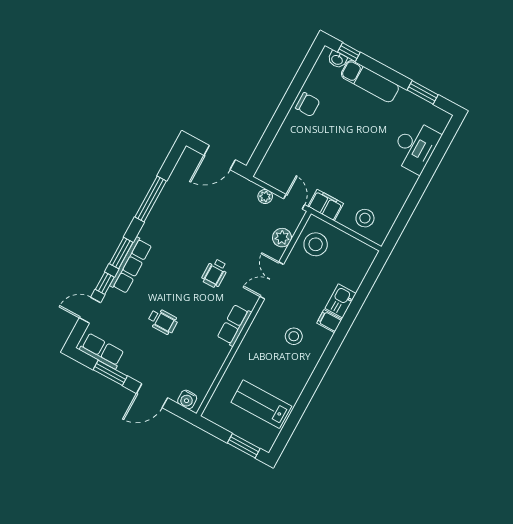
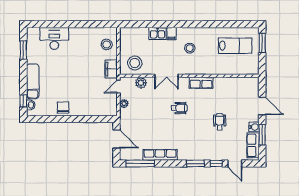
window: (151, 199) -> (140, 163), moved
row of seats: (131, 265) -> (160, 155), moved
water cooler: (187, 399) -> (254, 127), moved
lab bench: (261, 404) -> (235, 46), turned -90

